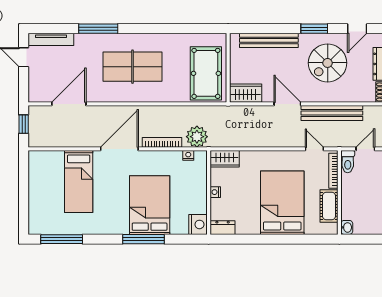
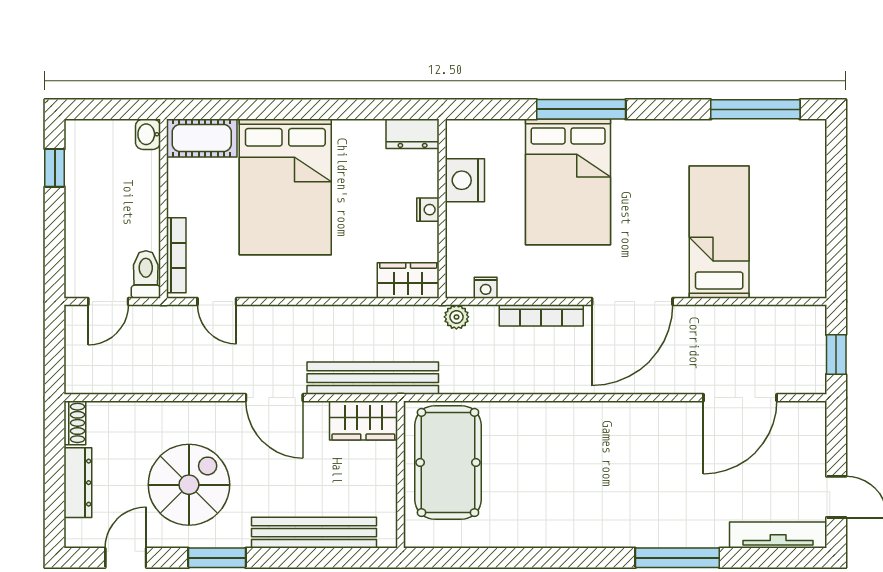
table tennis table: (133, 67) -> (604, 477), removed
bench: (332, 113) -> (373, 378), moved
plant: (197, 137) -> (456, 317), width x0.53, depth x0.53
cot: (329, 206) -> (202, 138), moved, turned 90
nightstand: (198, 224) -> (465, 180), moved

